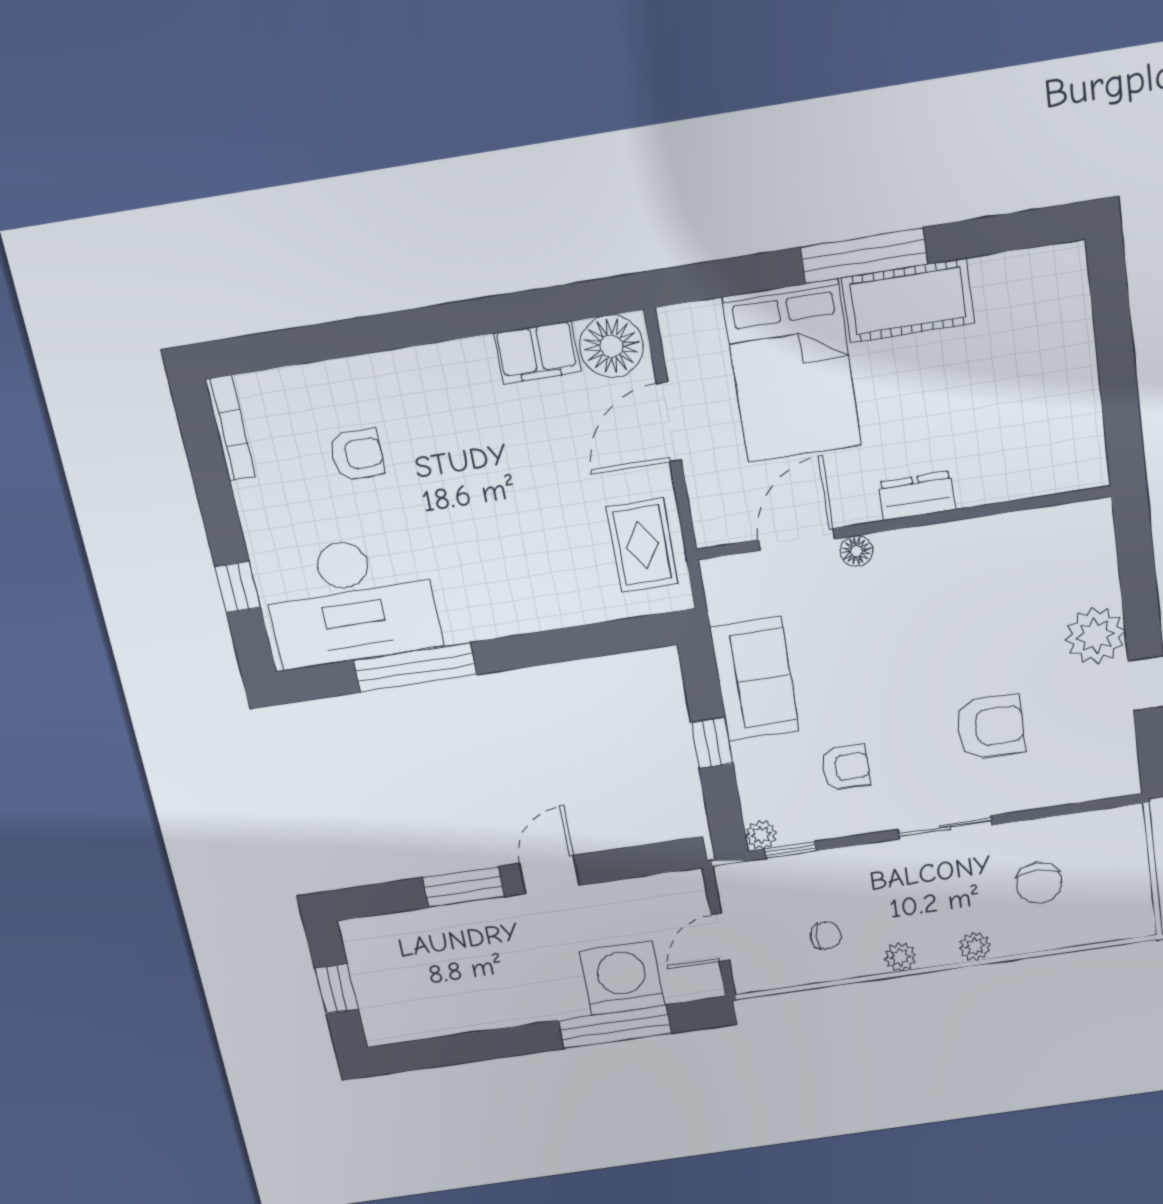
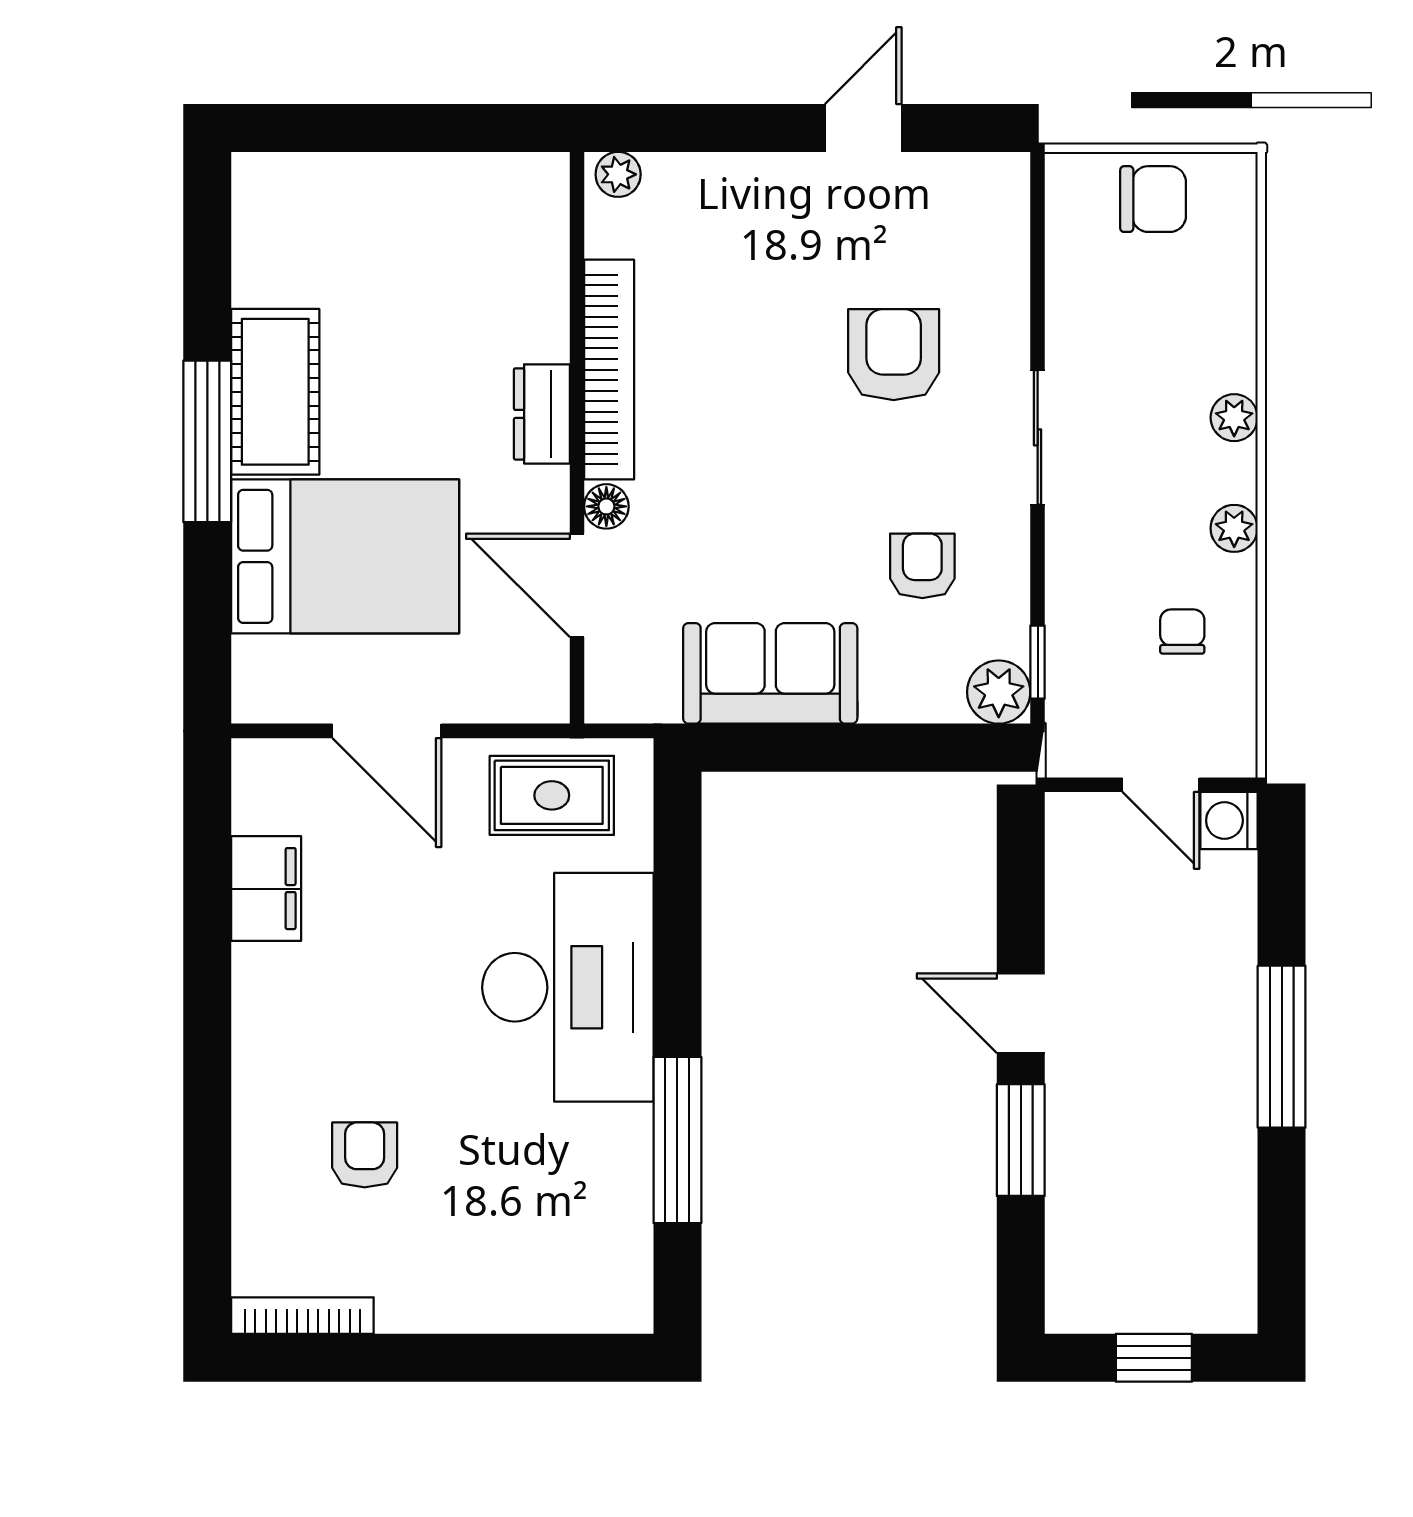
floor lamp: (612, 346) -> (273, 789), removed
bookcase: (956, 538) -> (609, 370), added
window: (238, 587) -> (523, 1358), removed
desk: (351, 601) -> (568, 987), moved
plant: (1095, 636) -> (618, 174), moved, width x0.53, depth x0.53
window: (712, 743) -> (856, 748), removed
plant: (761, 835) -> (999, 692), width x1.38, depth x1.38
chair: (1039, 883) -> (1153, 199), moved
washing machine: (622, 978) -> (1229, 821), moved, width x0.53, depth x0.53
window: (615, 1027) -> (1282, 1047), moved

